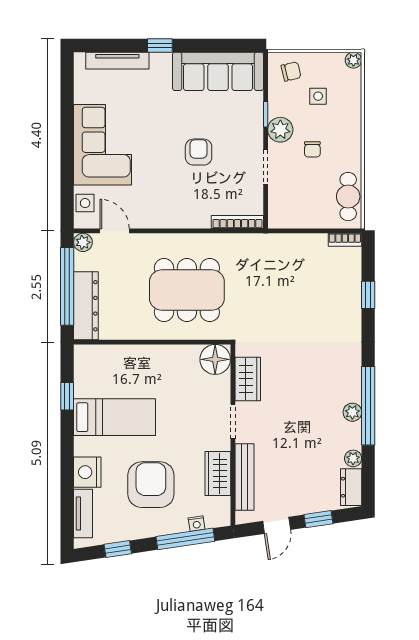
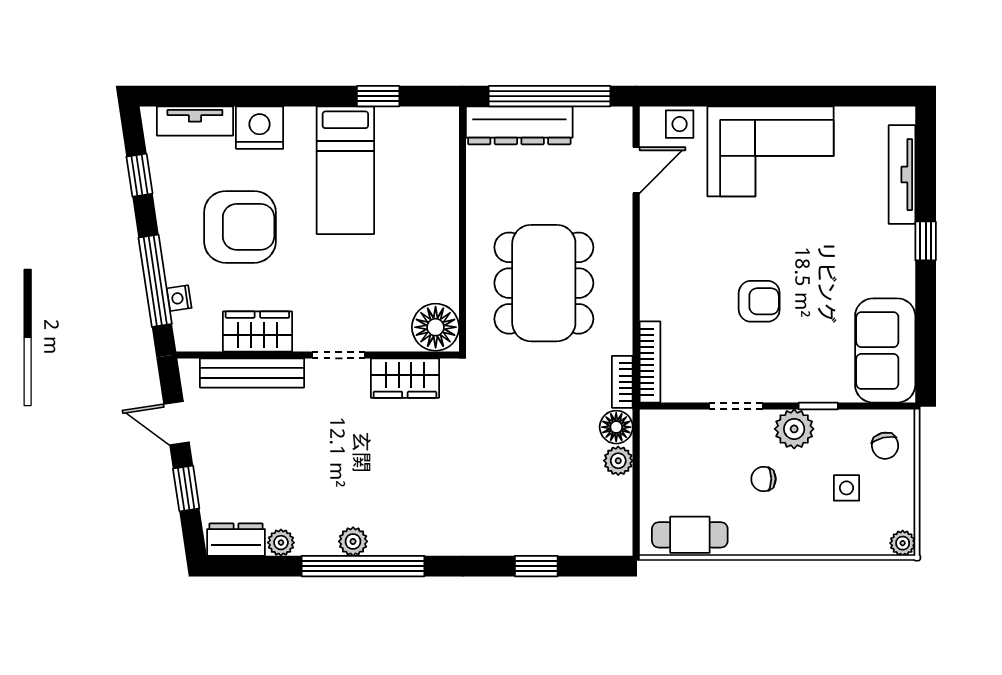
sofa: (218, 71) -> (885, 350), width x0.73
bookcase: (345, 240) -> (622, 382), moved
plant: (83, 242) -> (618, 461), moved
floor lamp: (279, 244) -> (616, 427), added

